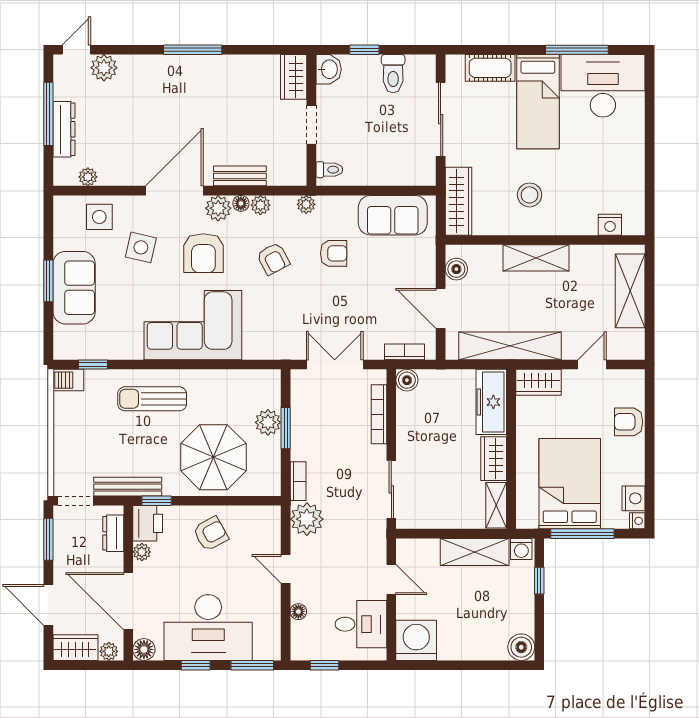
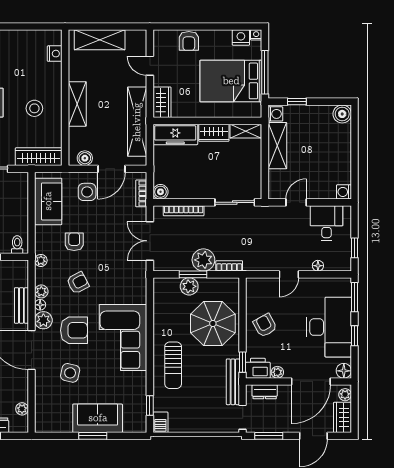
side table: (99, 217) -> (87, 192), moved
plant: (307, 519) -> (203, 260), moved
washing machine: (416, 640) -> (344, 192), width x0.53, depth x0.53

